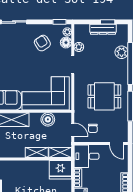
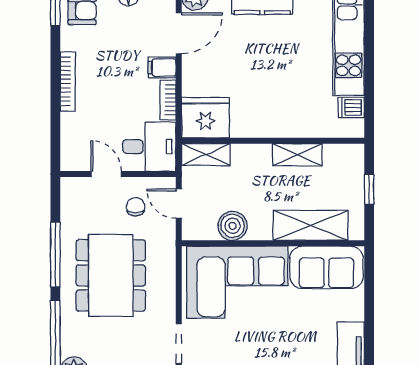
dining table: (104, 96) -> (111, 275), width x1.37
door: (117, 143) -> (106, 174), moved
shelving: (37, 152) -> (297, 155), moved

